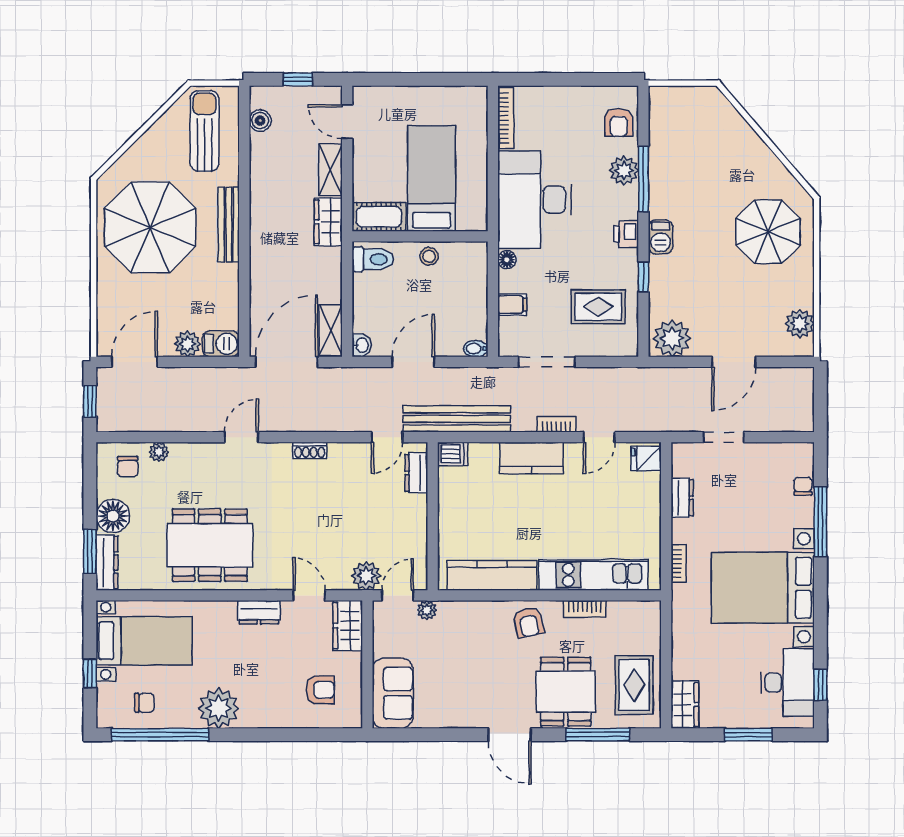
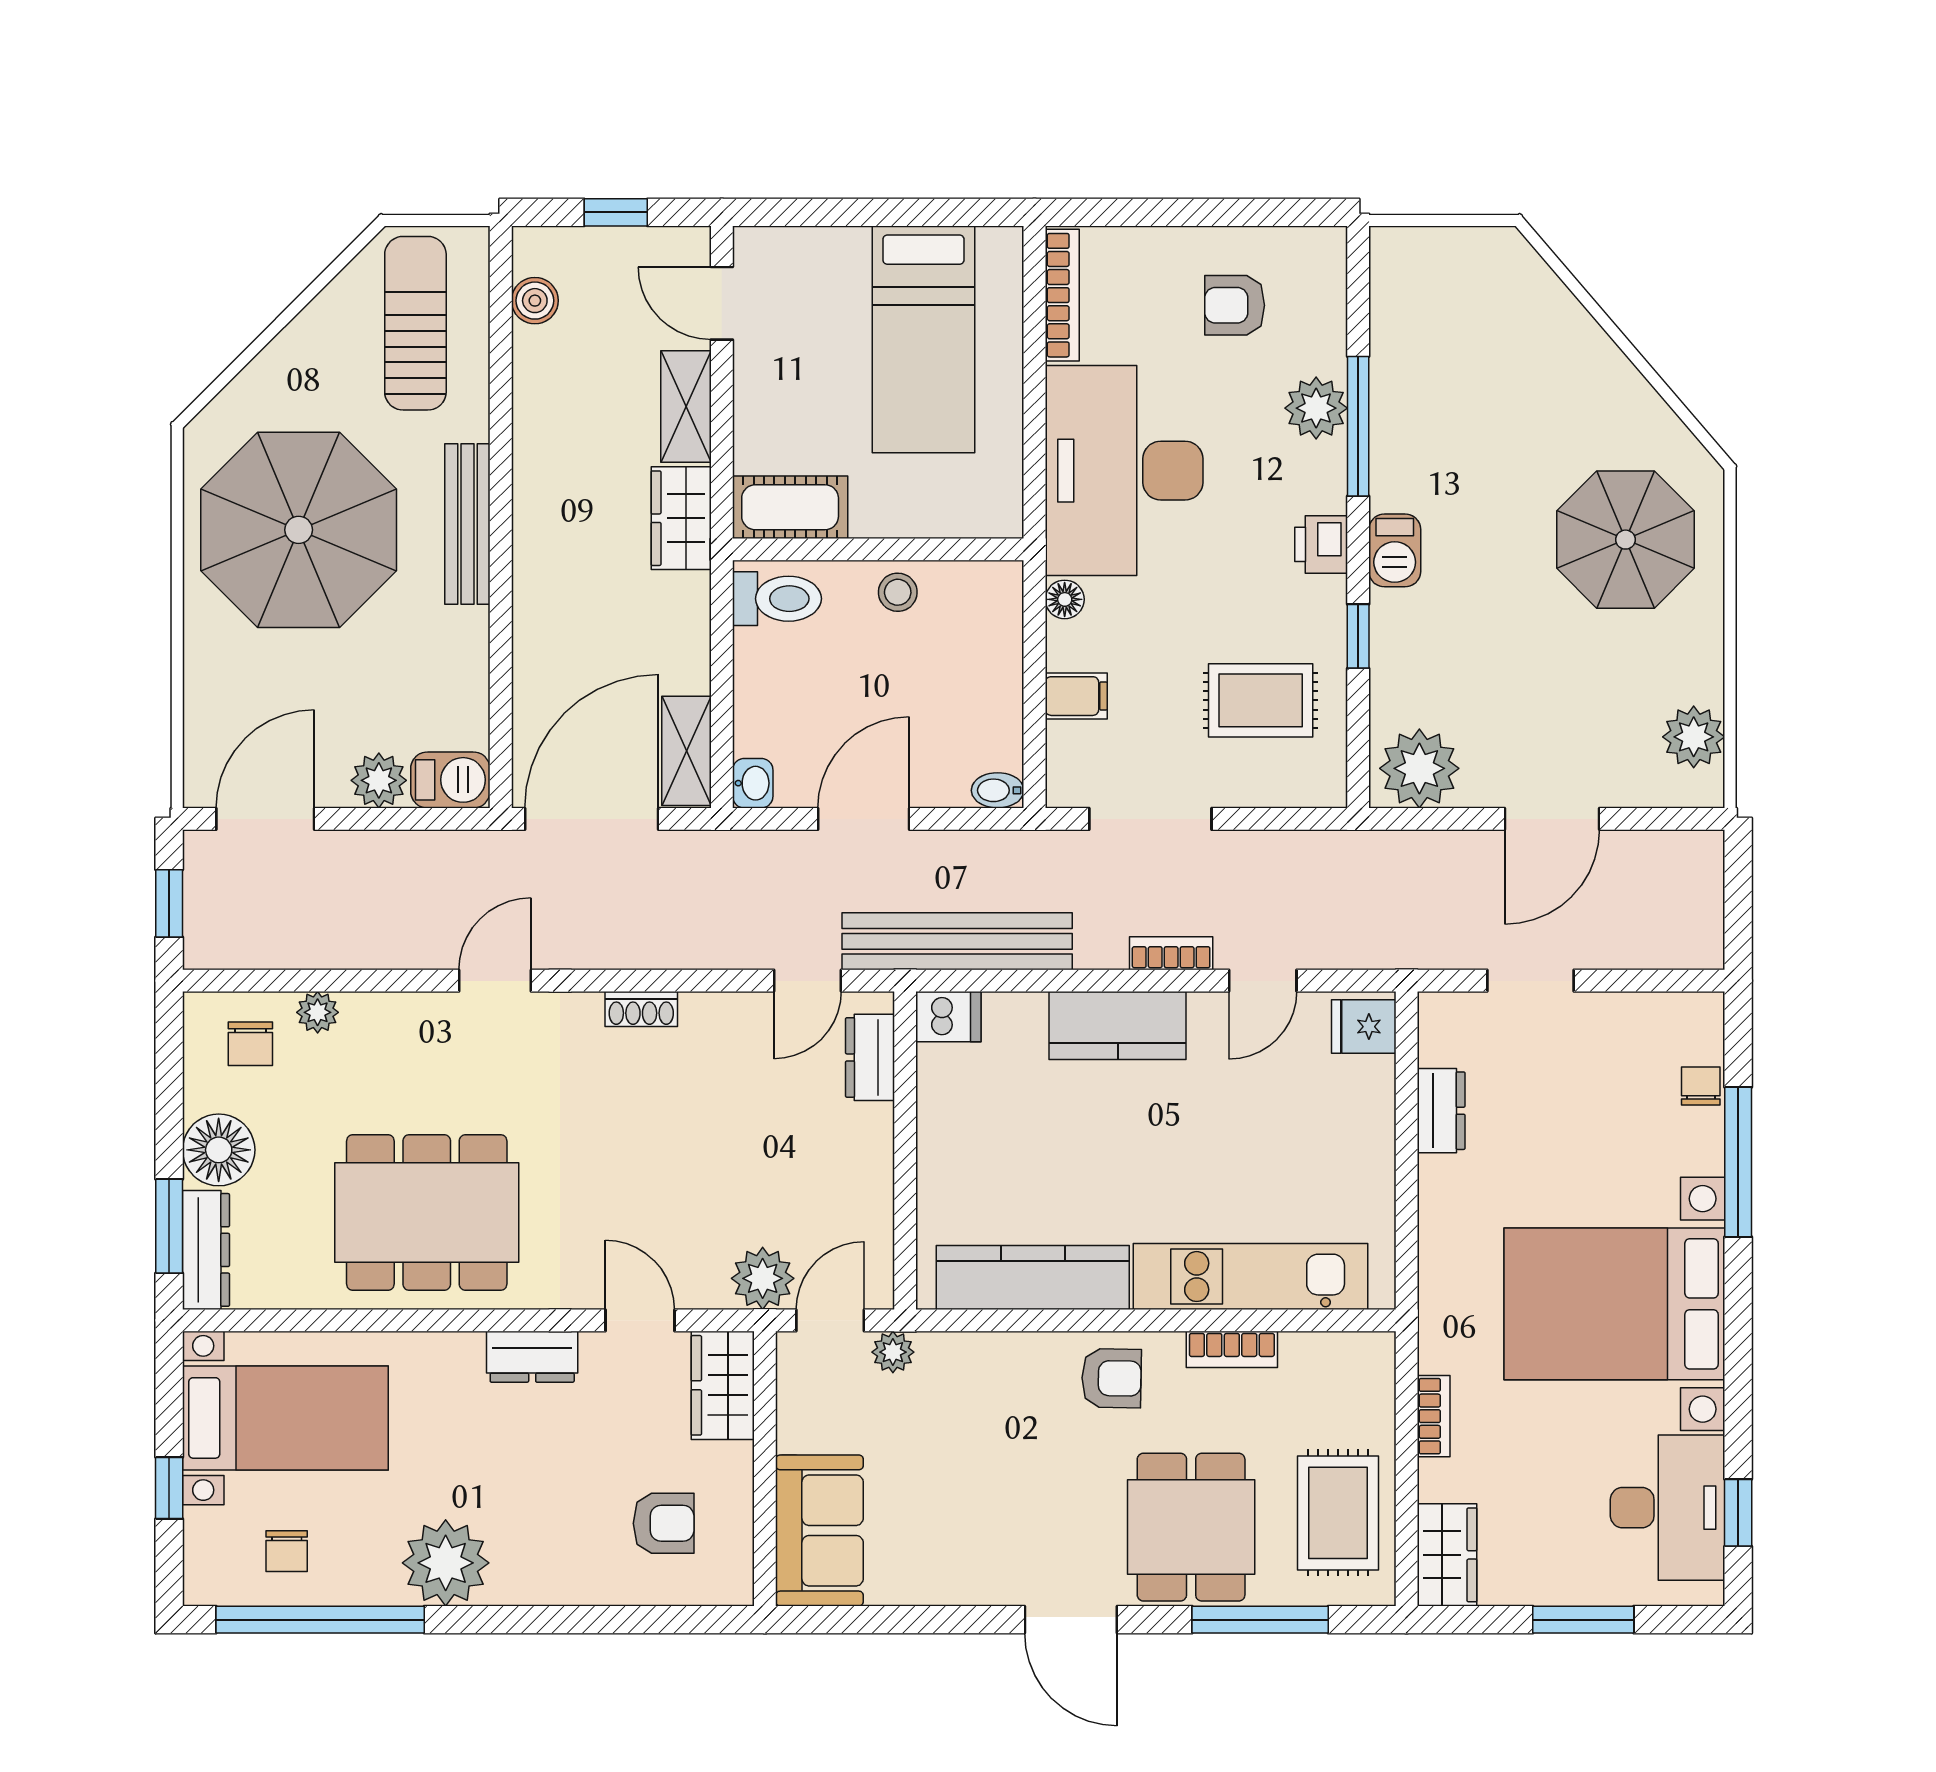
armchair: (619, 123) -> (1235, 305), moved, turned 90
bed: (432, 178) -> (923, 339), moved, turned 180
bookcase: (679, 563) -> (1434, 1416), moved
armchair: (529, 622) -> (1111, 1378), turned -77
chair: (145, 703) -> (287, 1551), turned 90

